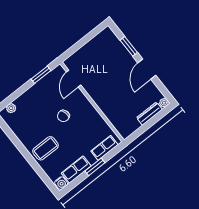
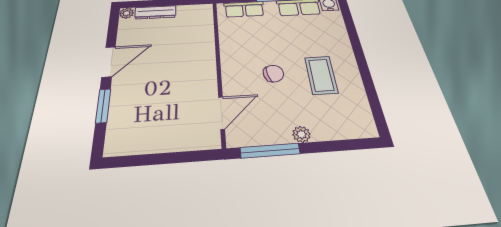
window: (41, 75) -> (270, 151), width x1.44
plant: (11, 108) -> (301, 134), moved
coffee table: (45, 148) -> (321, 75), moved, turned 90

